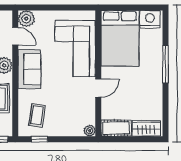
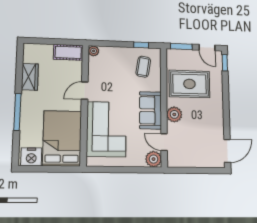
wardrobe: (146, 128) -> (30, 77), moved, turned -90

